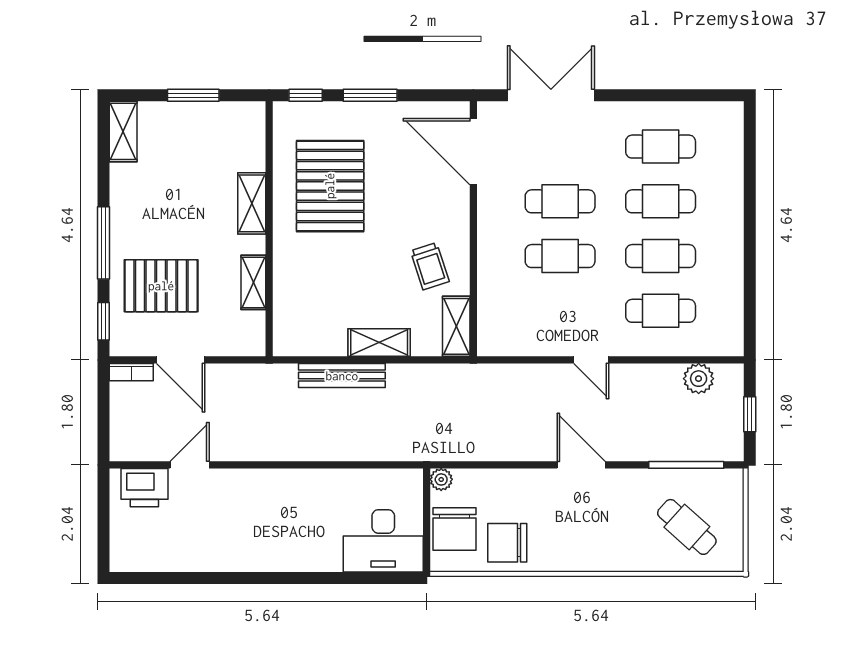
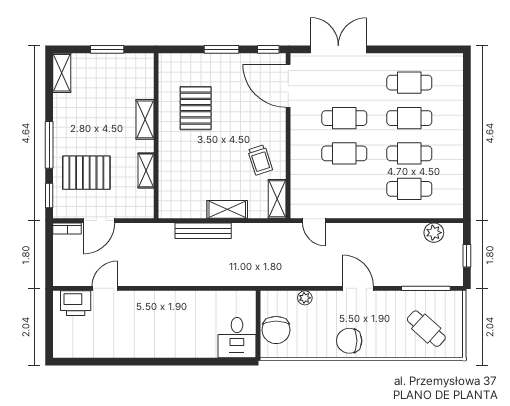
window: (306, 95) -> (268, 49), moved
pallet: (330, 186) -> (196, 108), width x0.73, depth x0.71
door: (181, 360) -> (99, 221), hinge flipped
door: (591, 360) -> (314, 221), moved
plant: (441, 479) -> (305, 298), moved
desk: (383, 541) -> (237, 338), width x0.73
chair: (507, 543) -> (349, 341), moved

